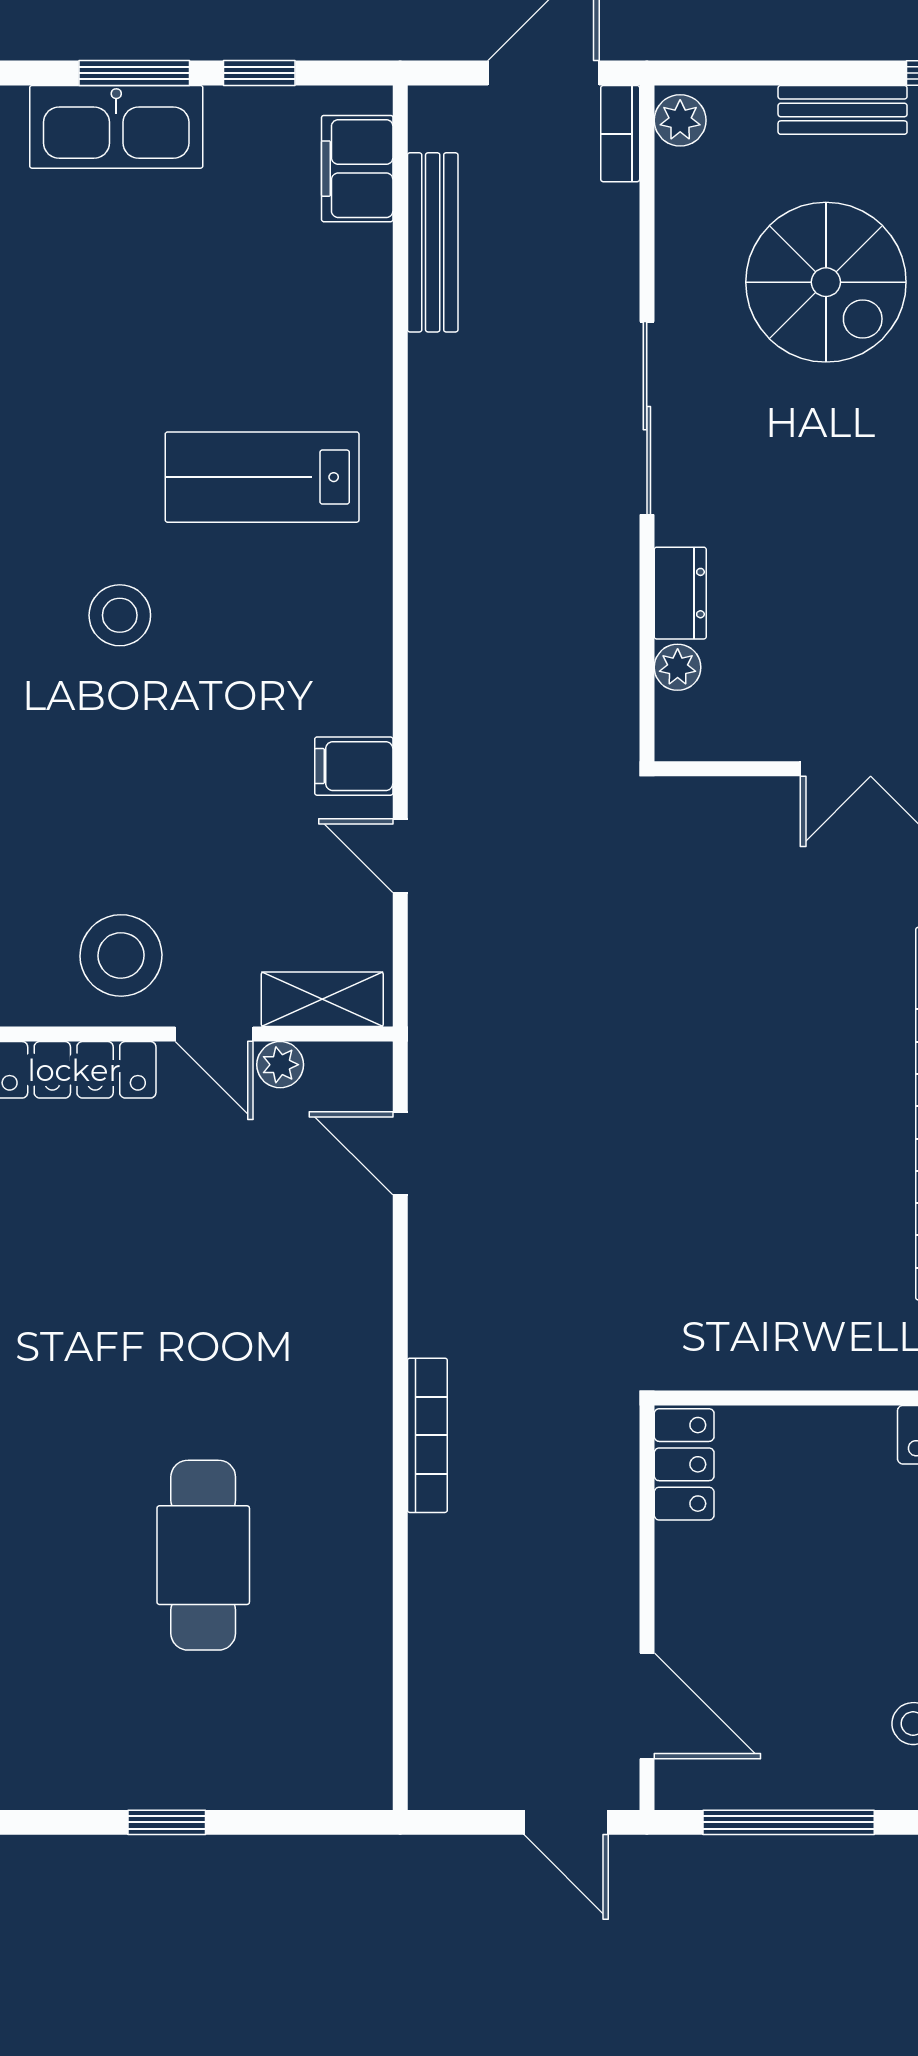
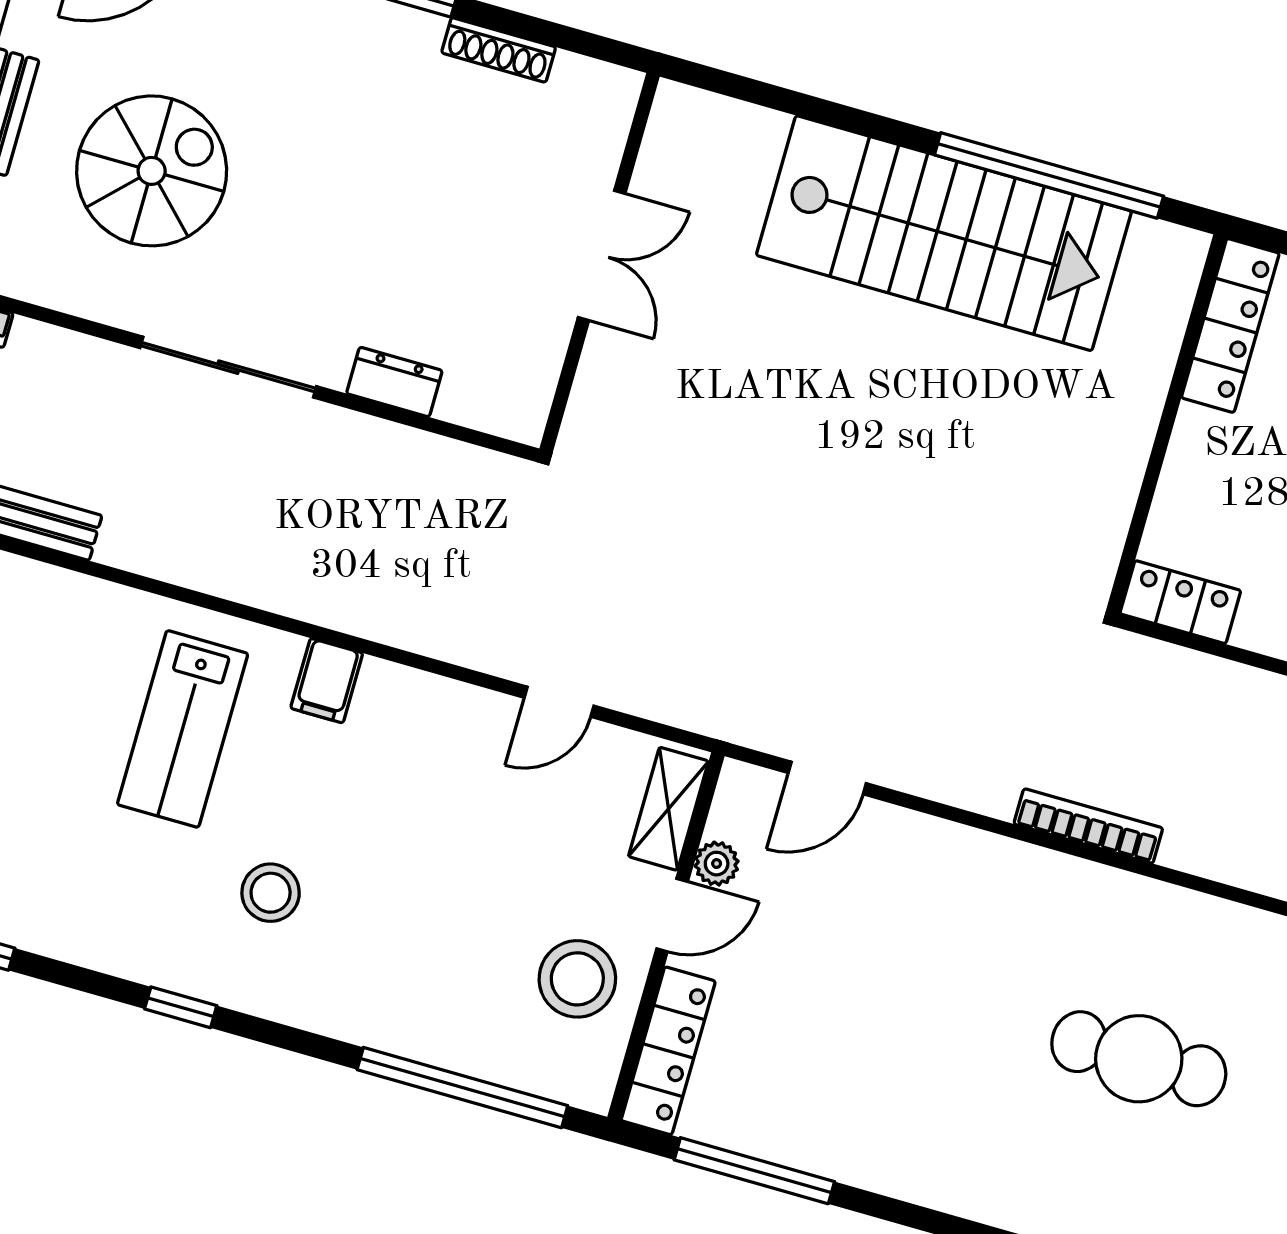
plant: (678, 667) -> (461, 403), removed
filing cabinet: (354, 766) -> (327, 681), moved

